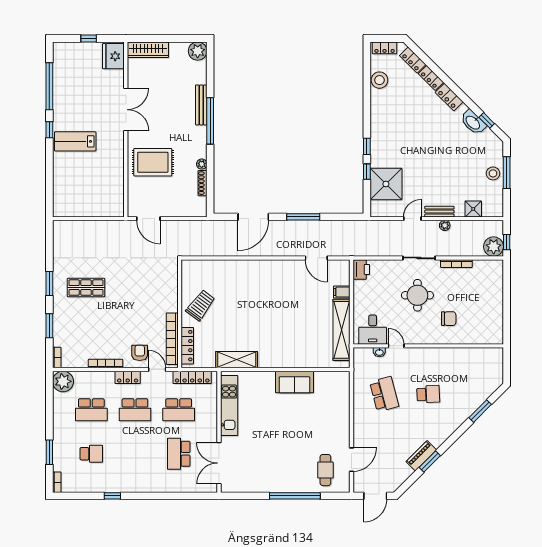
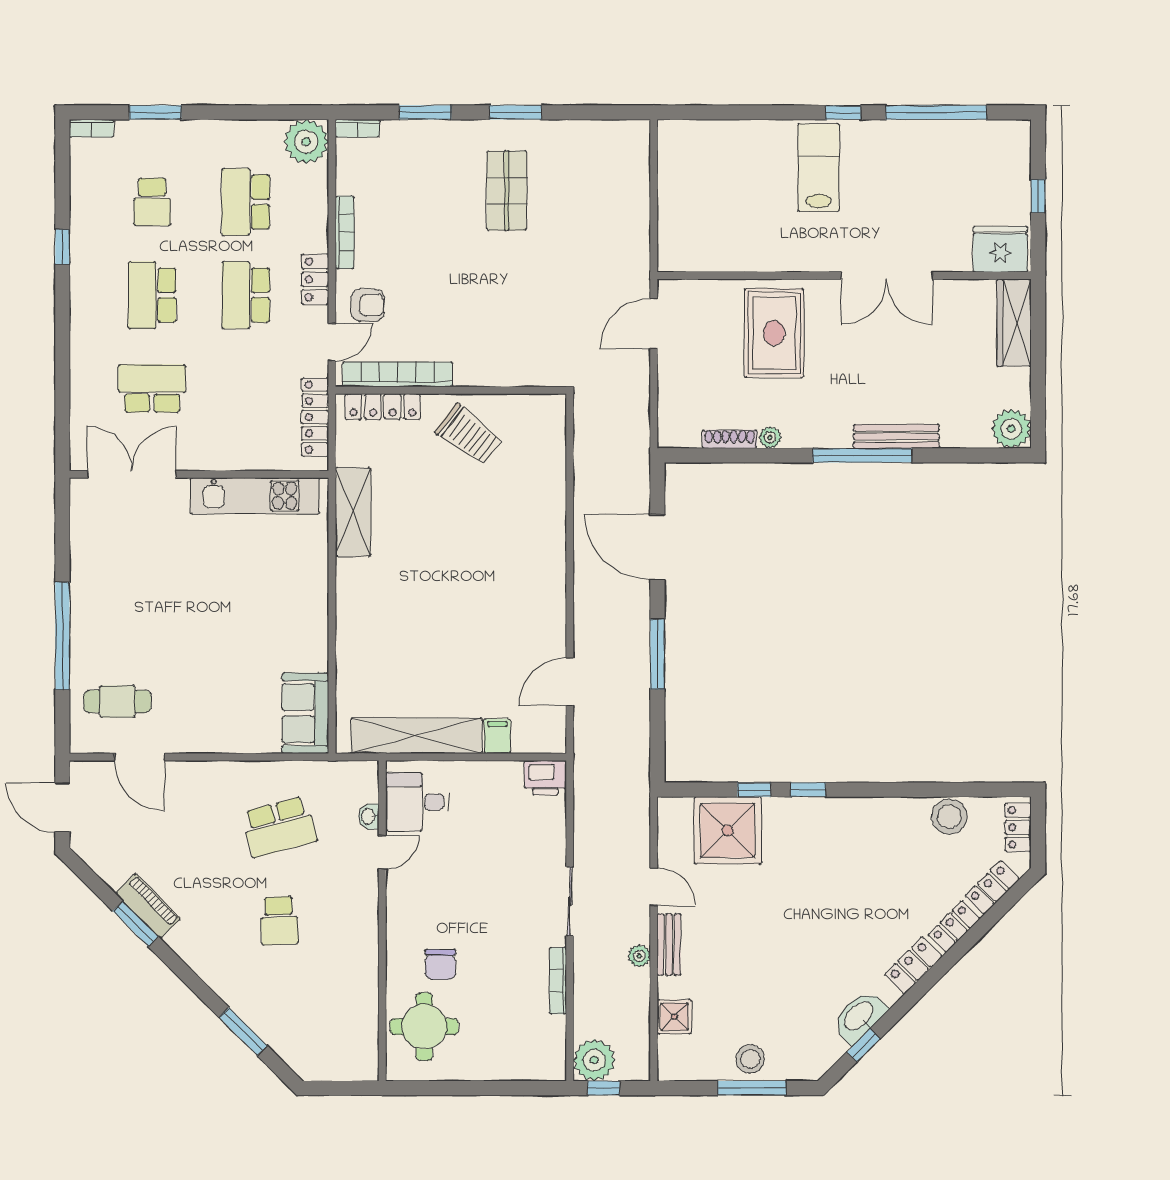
round table: (417, 295) -> (424, 1027), moved
sofa: (294, 382) -> (305, 713), moved
school desk: (179, 410) -> (152, 295), moved

